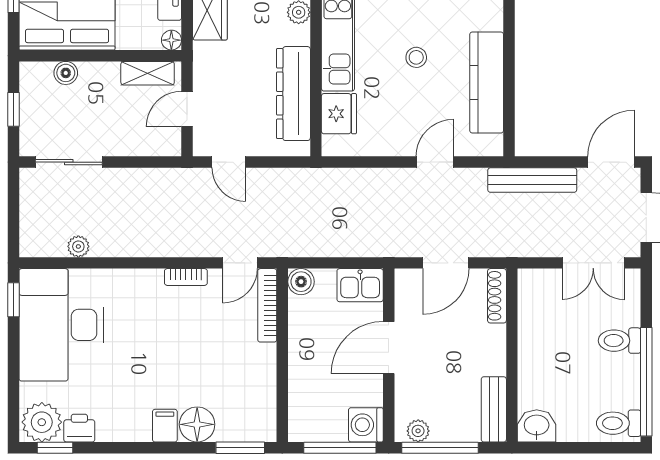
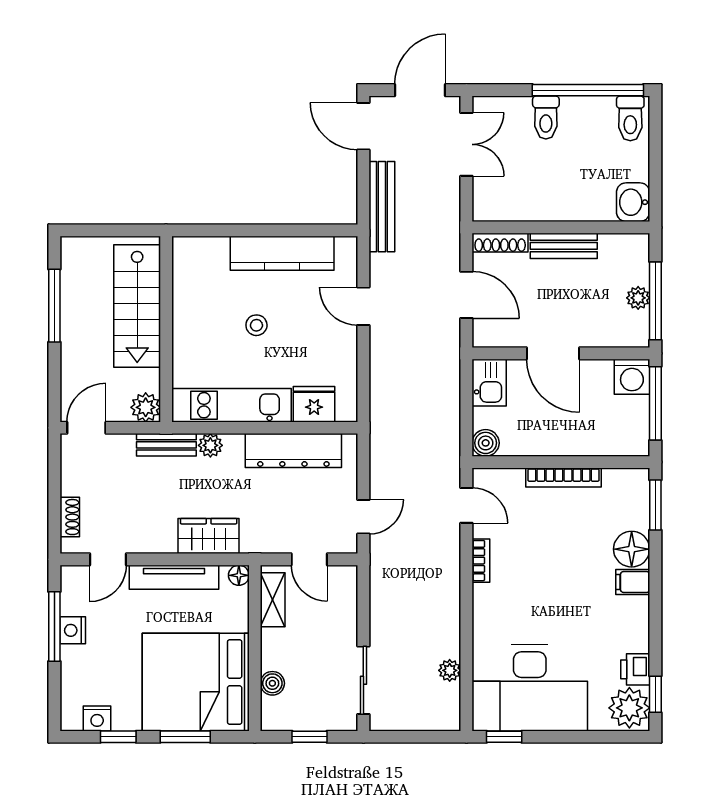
bookcase: (267, 305) -> (563, 477), moved
bench: (494, 409) -> (564, 246), moved
plant: (418, 431) -> (638, 298), moved

